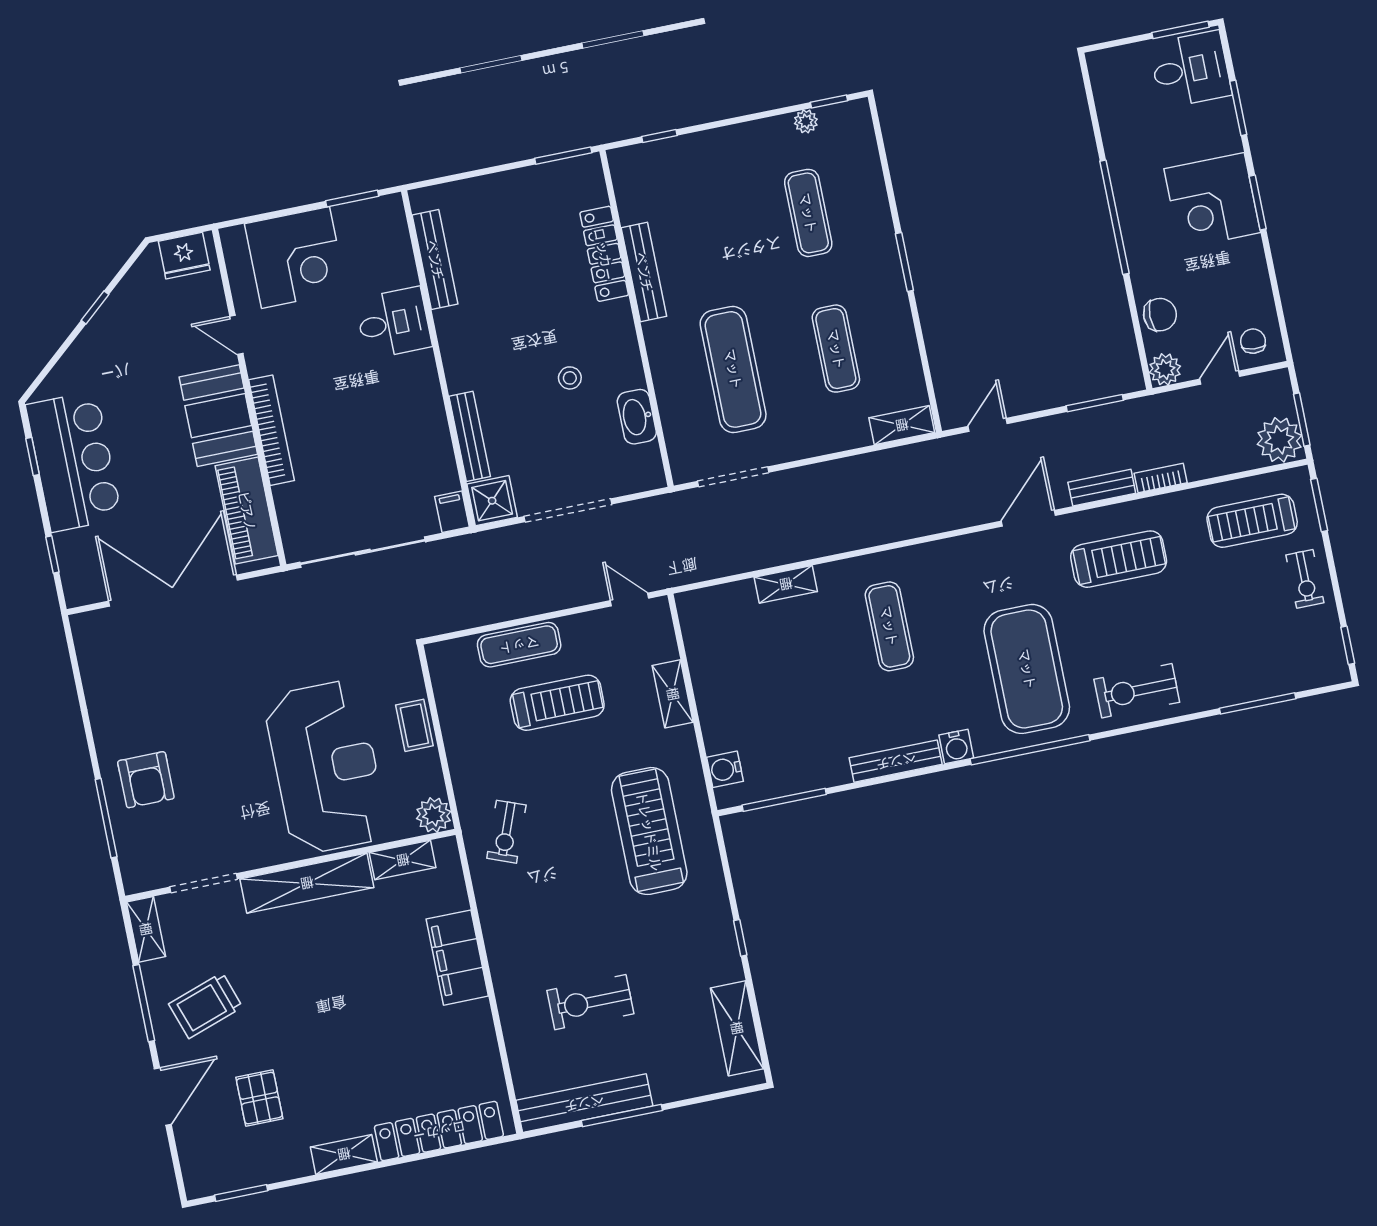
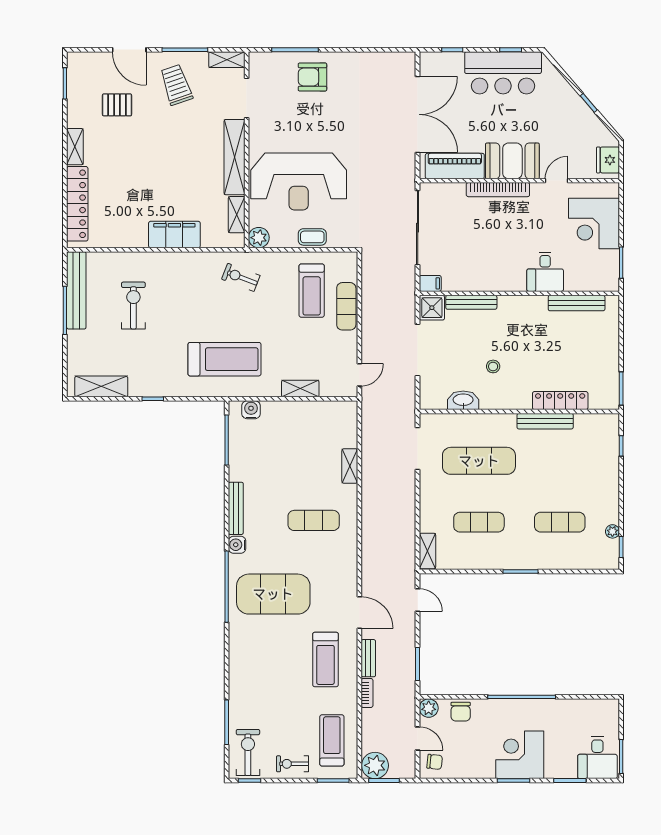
exercise bike: (1137, 691) -> (248, 752), moved
treadmill: (557, 703) -> (312, 291), moved

